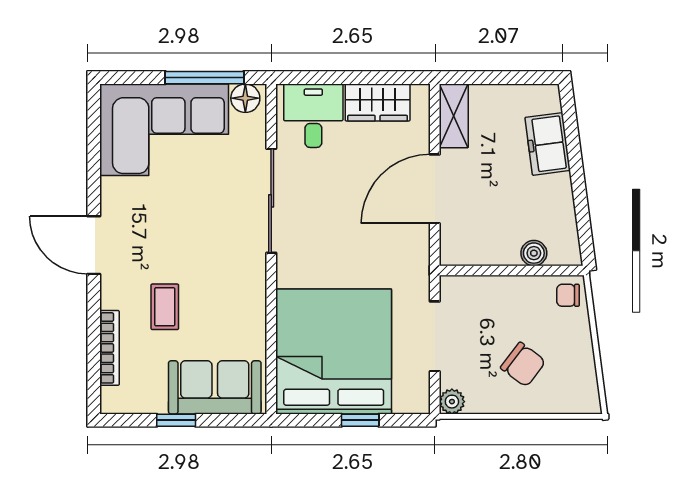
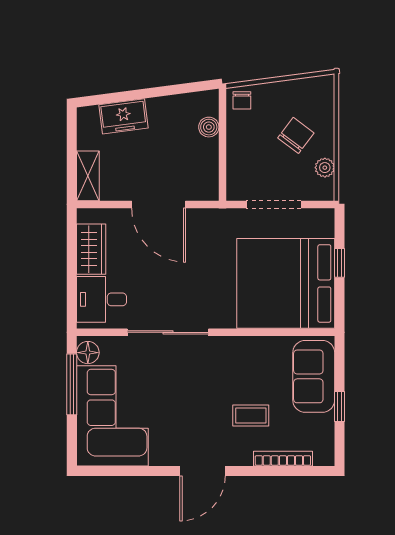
shelving: (454, 116) -> (88, 176), moved, turned 90
plant: (452, 402) -> (325, 168), moved

